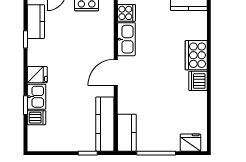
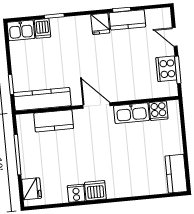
kitchen counter: (36, 22) -> (127, 20), moved
cooker: (196, 55) -> (76, 193), moved, width x0.53, depth x0.76
fridge: (37, 75) -> (100, 24), moved
kitchen sink: (36, 97) -> (21, 30), moved
kitchen counter: (127, 133) -> (54, 121), moved

